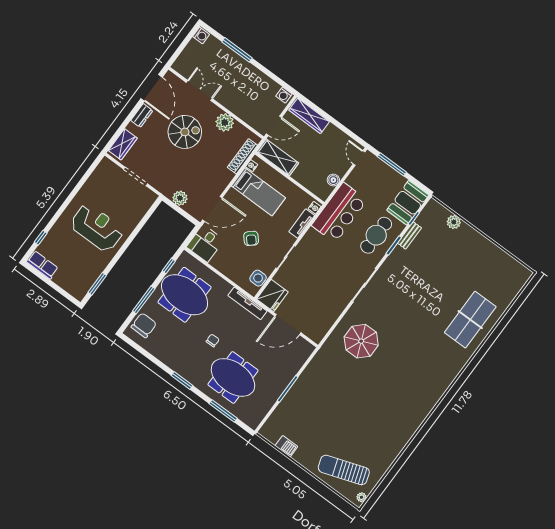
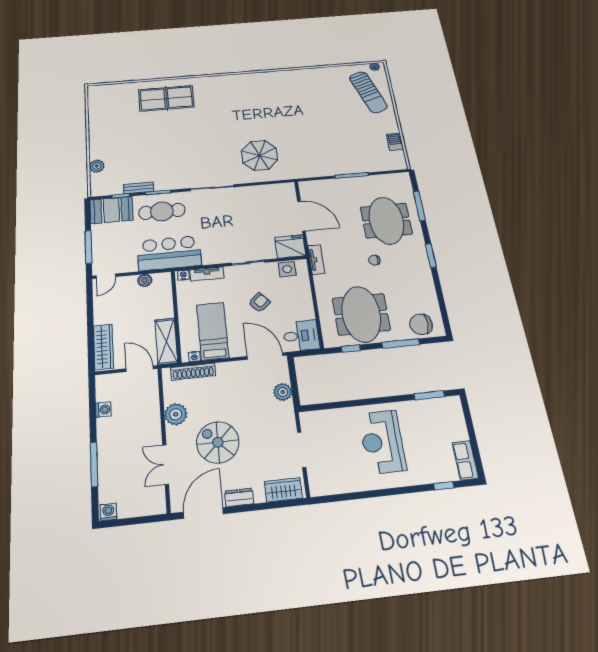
washing machine: (284, 95) -> (103, 410), moved
tv unit: (247, 303) -> (316, 260), width x0.71

